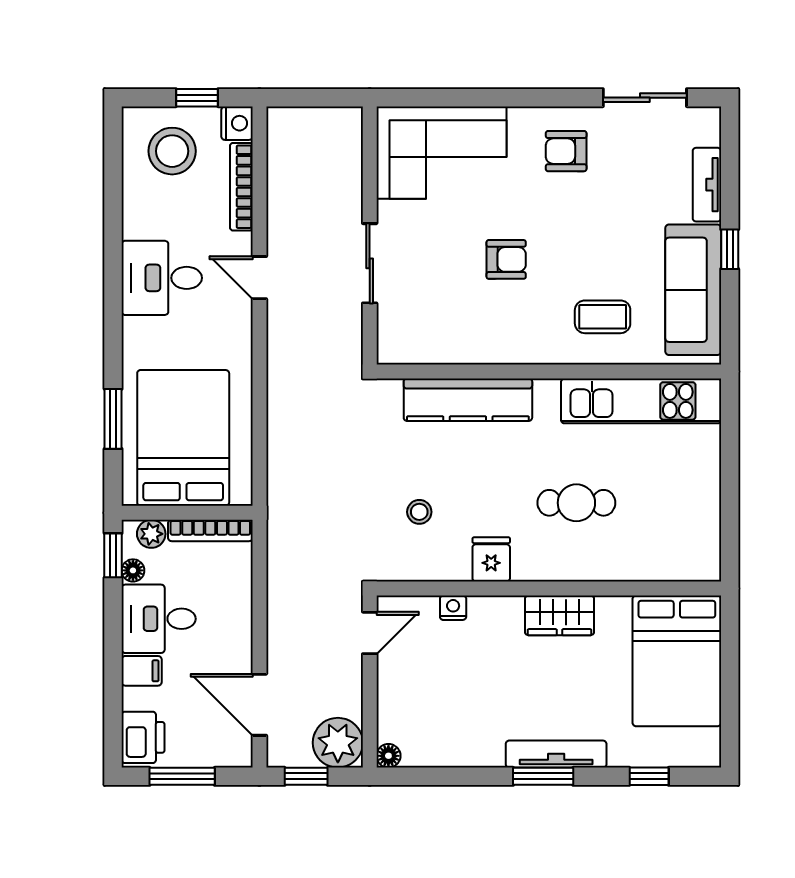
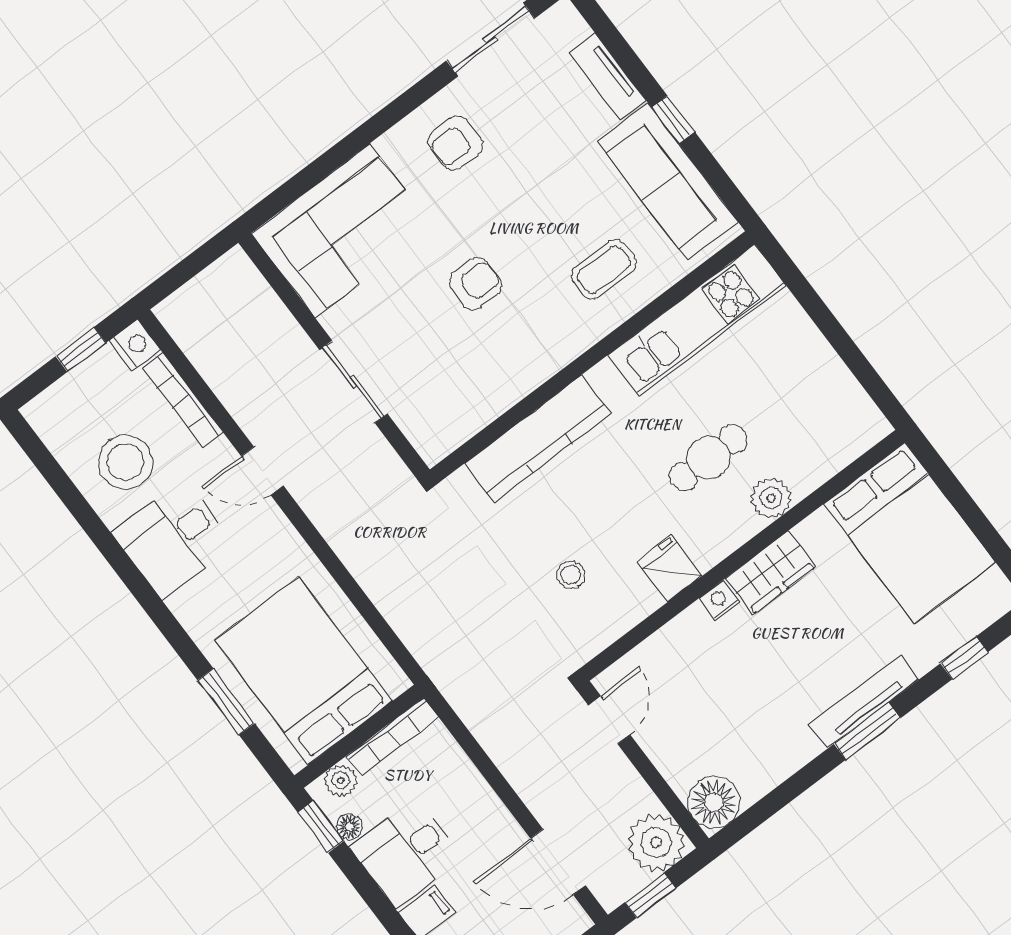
stool: (172, 151) -> (125, 462), moved
plant: (599, 564) -> (771, 498), added
nightstand: (453, 608) -> (720, 600), moved
floor lamp: (388, 756) -> (714, 802), width x1.89, depth x1.89

